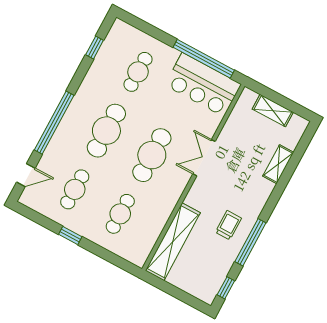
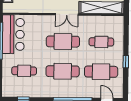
double door: (204, 158) -> (67, 14), moved
cafe table: (75, 189) -> (101, 72), width x1.37, depth x1.35

